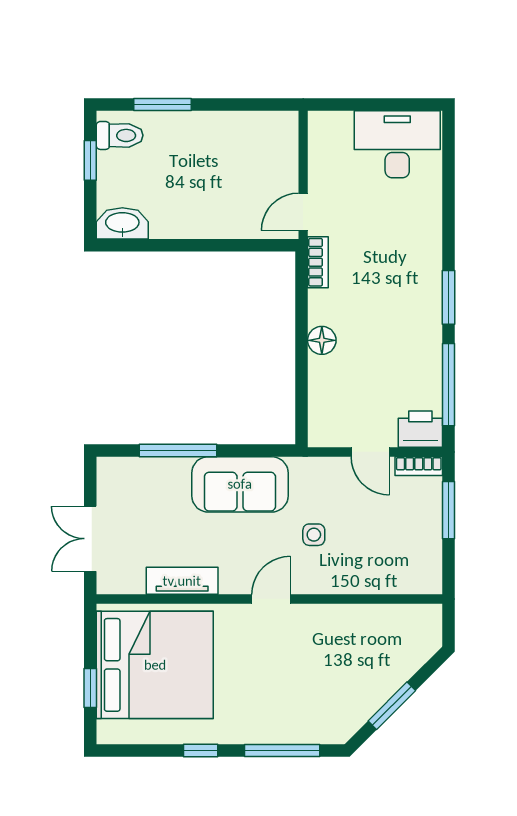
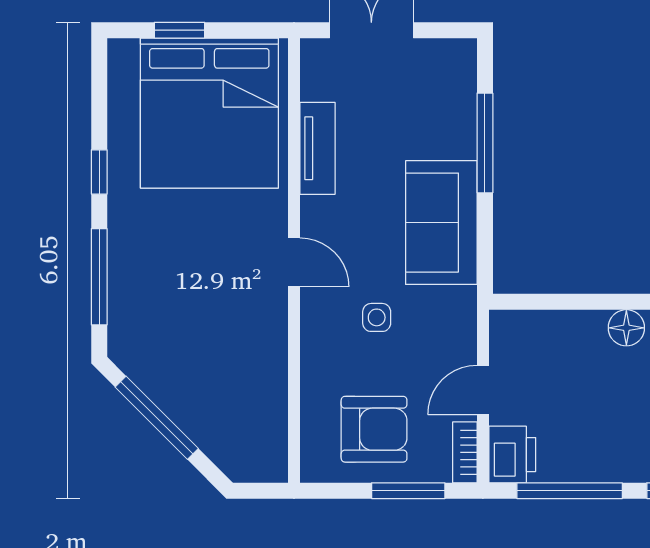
armchair: (401, 537) -> (374, 429), added
window: (392, 706) -> (157, 418), width x1.44

